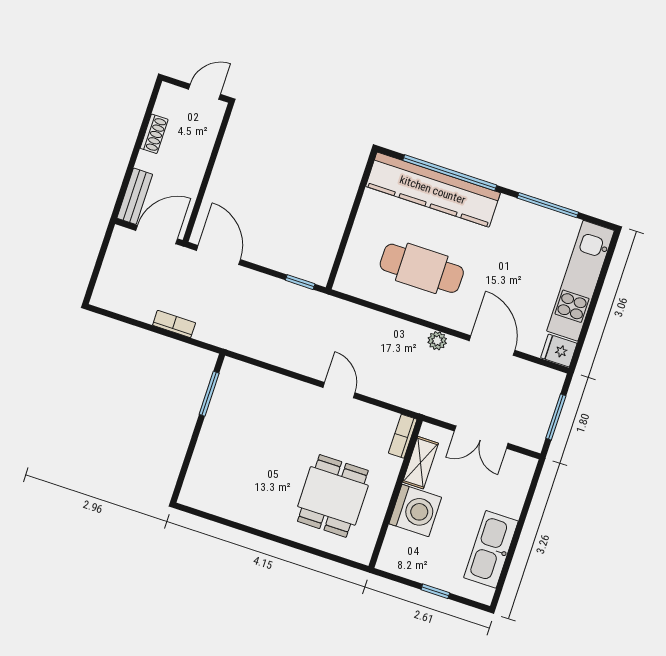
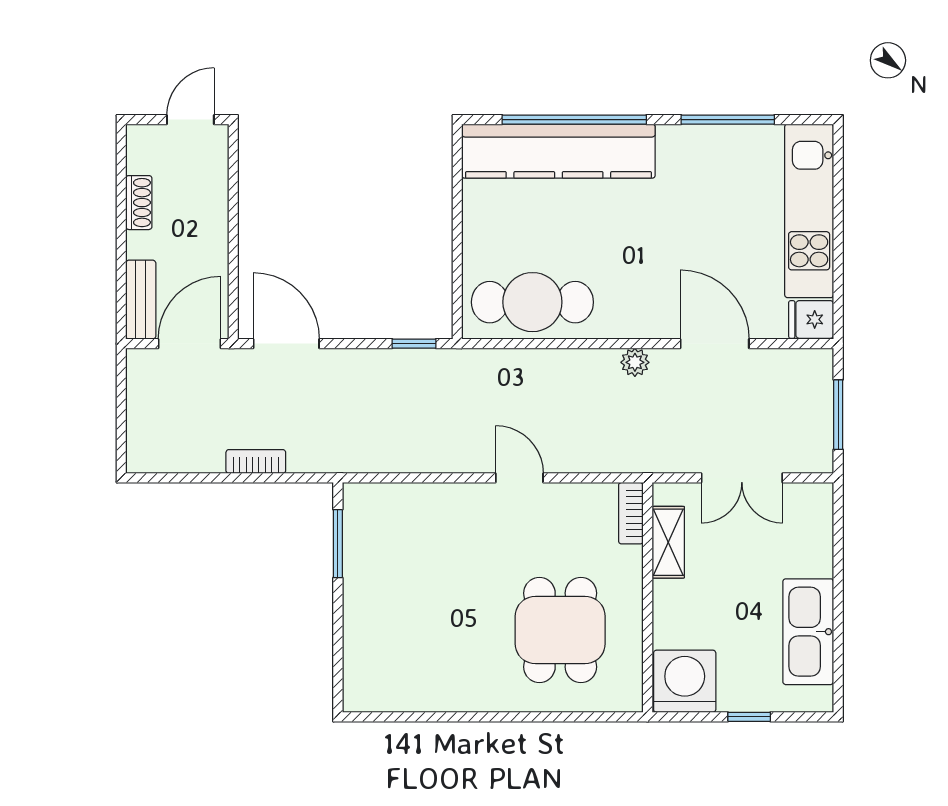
cafe table: (422, 268) -> (532, 302), moved
washing machine: (415, 511) -> (685, 681), moved, turned -90

